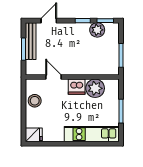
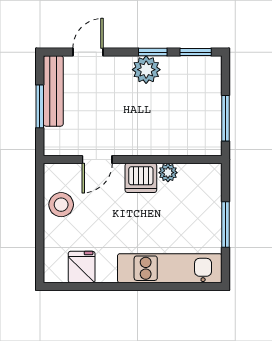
plant: (97, 30) -> (146, 70), moved
door: (54, 77) -> (97, 160), swing flipped
plant: (95, 88) -> (168, 173), width x0.53, depth x0.53
fridge: (34, 135) -> (82, 267), moved, turned -90

